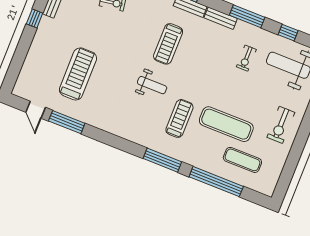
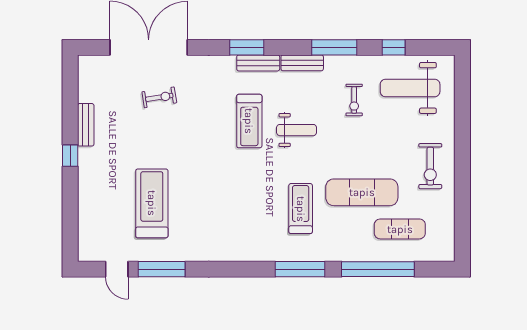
weight bench: (152, 85) -> (297, 130), moved

